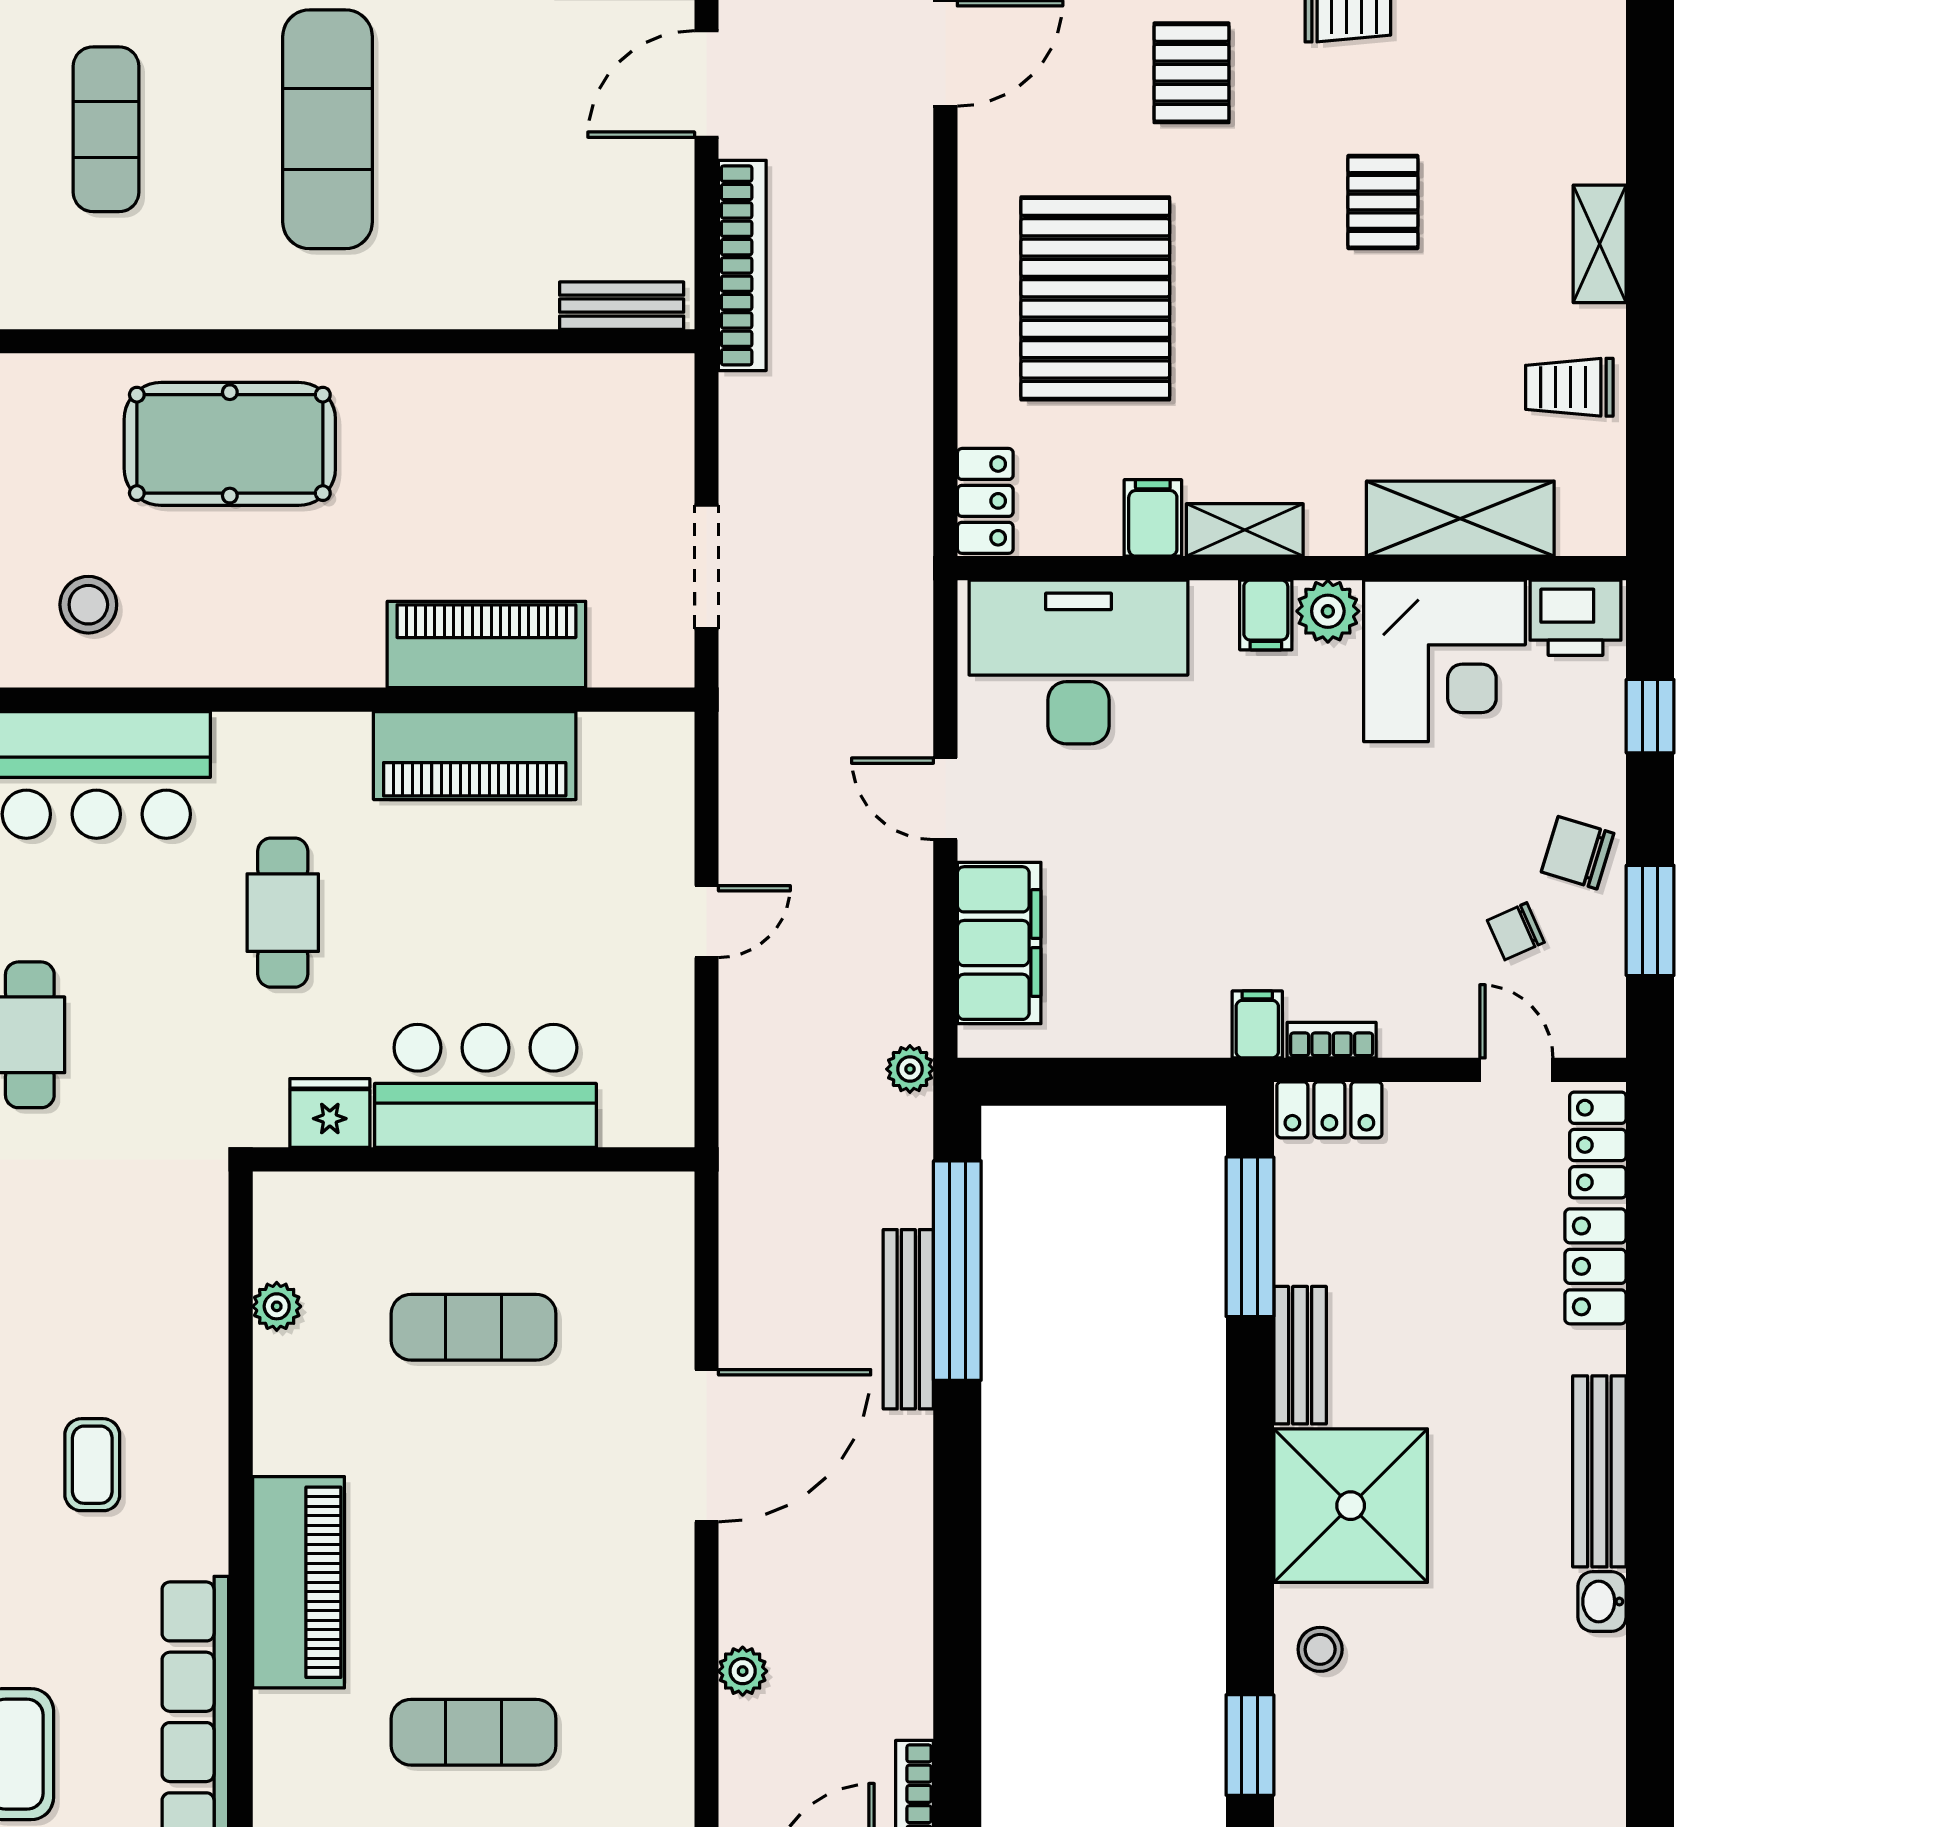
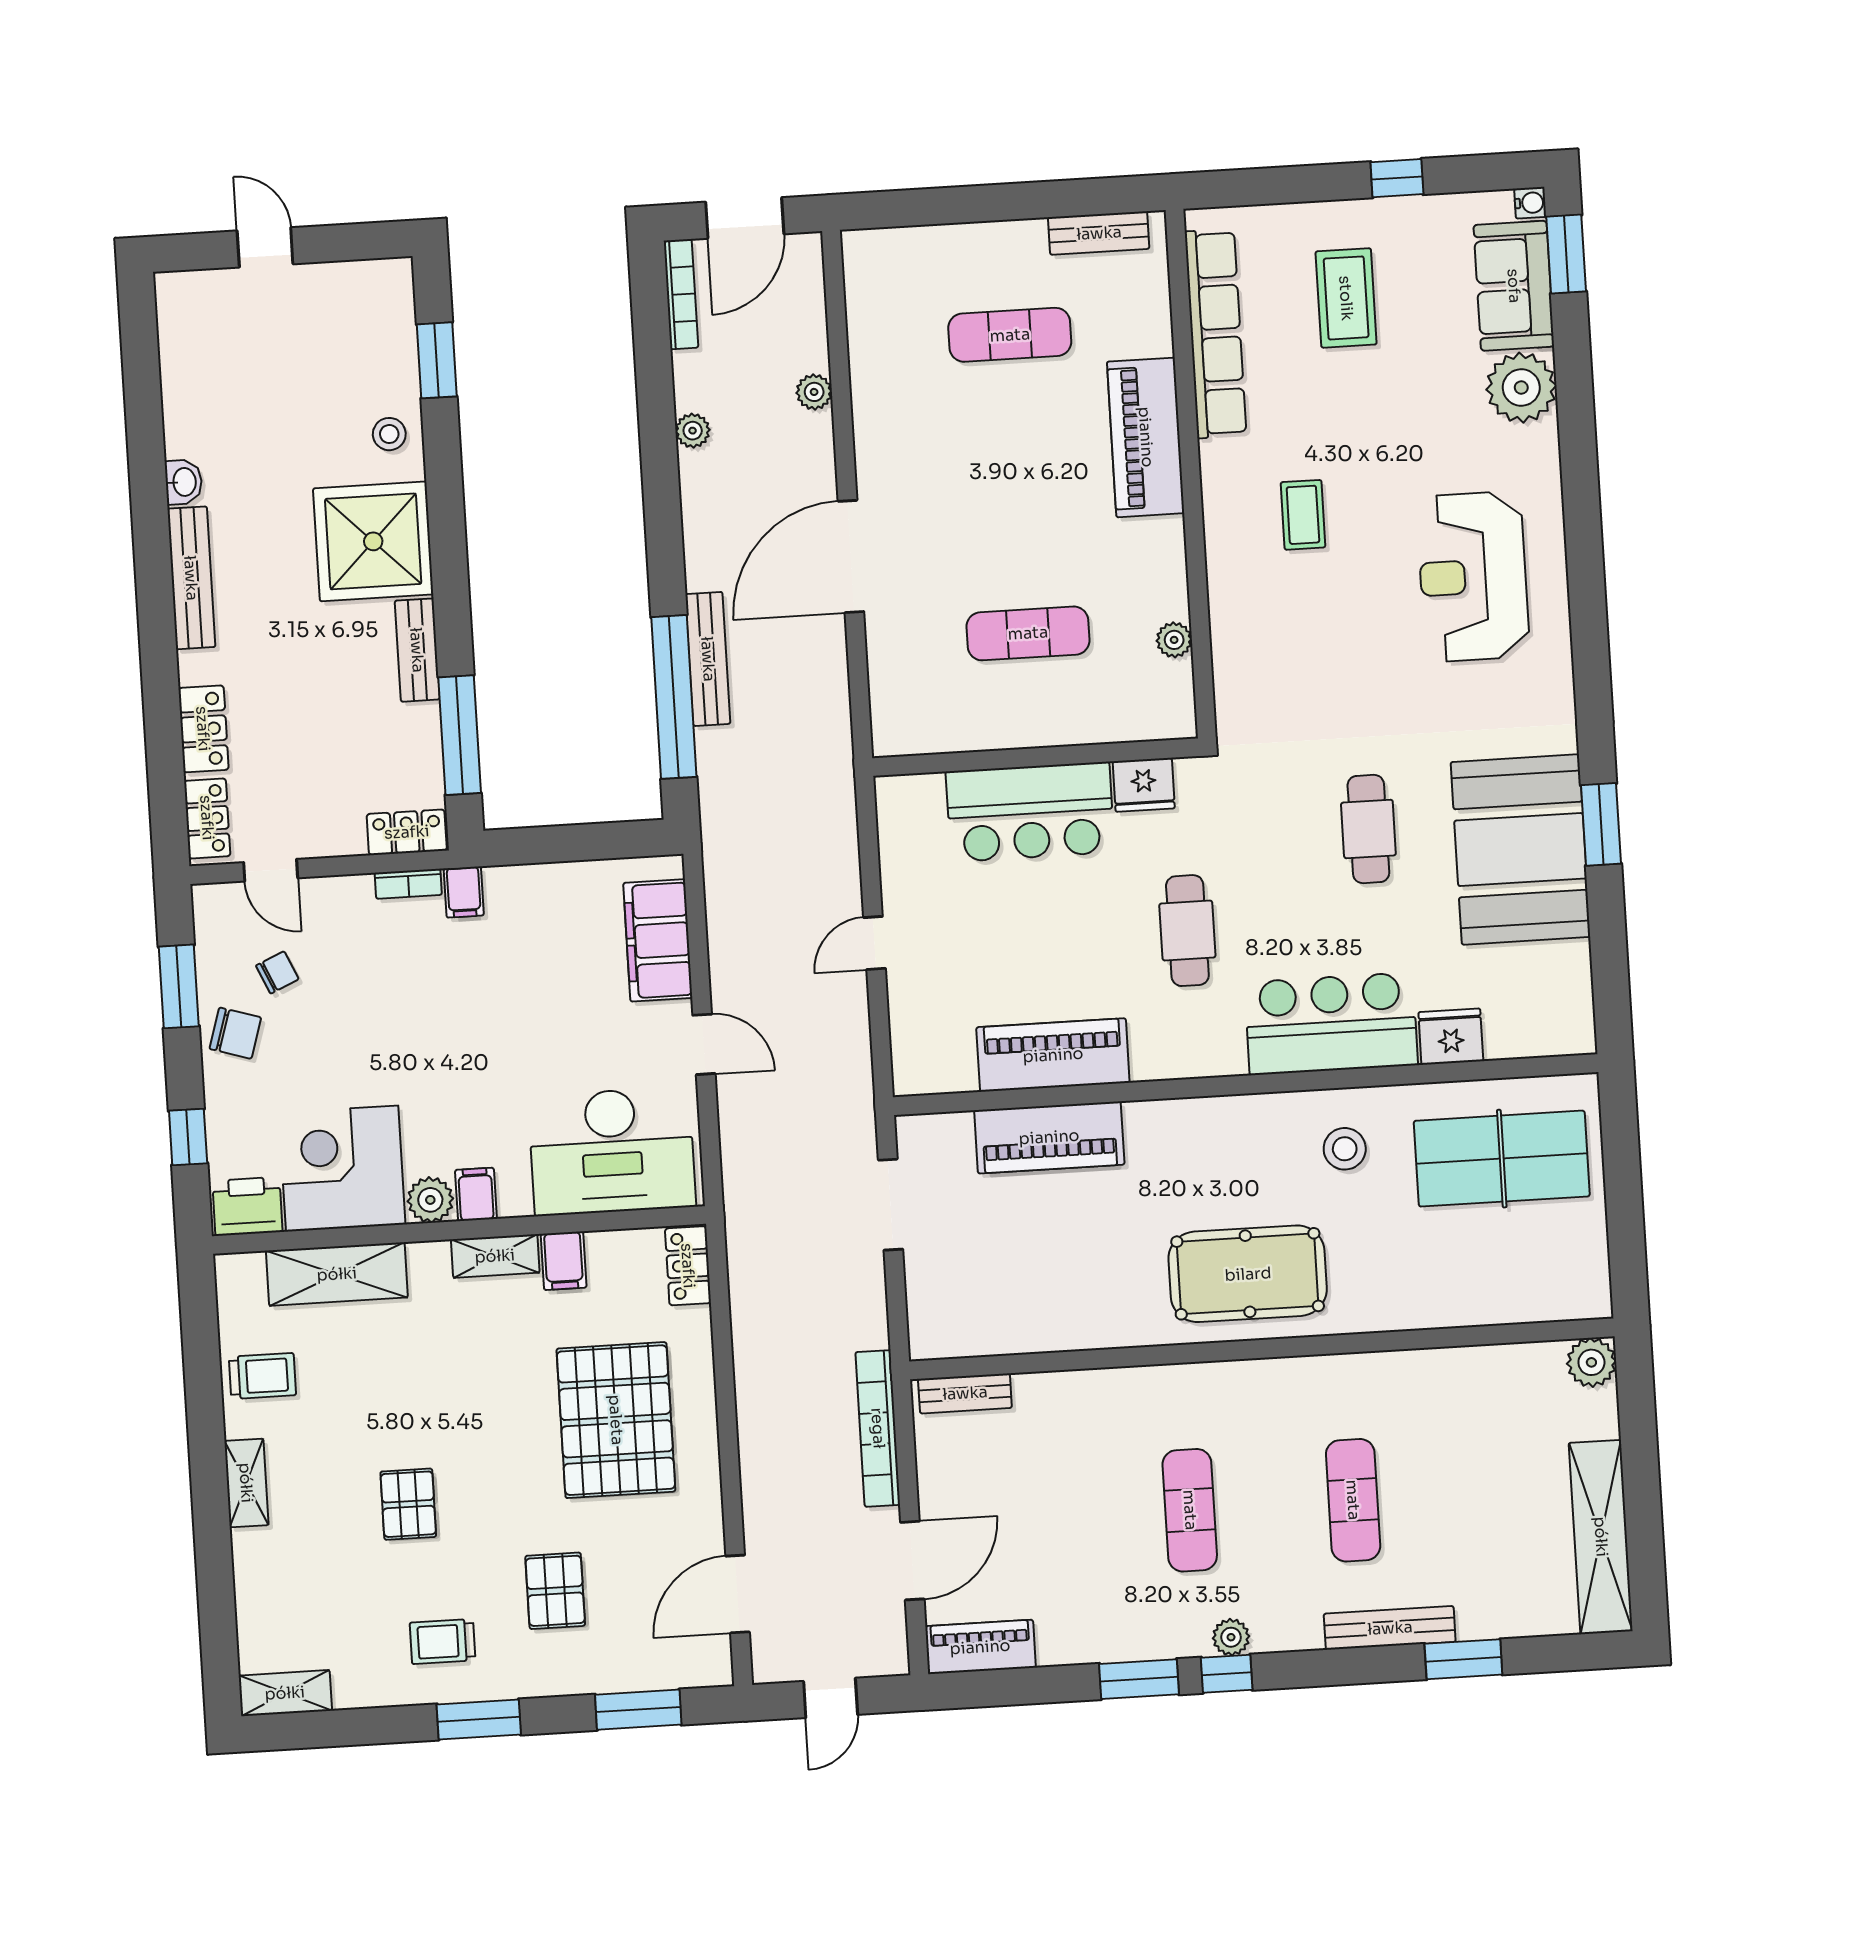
exercise mat: (328, 129) -> (1190, 1510), width x0.73, depth x0.69
plant: (910, 1069) -> (693, 431), moved

